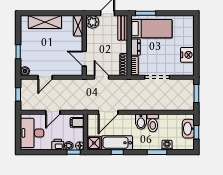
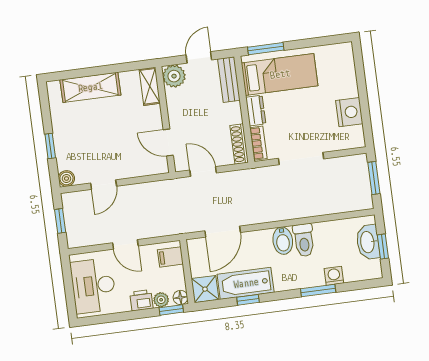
door: (53, 112) -> (125, 244), hinge flipped

